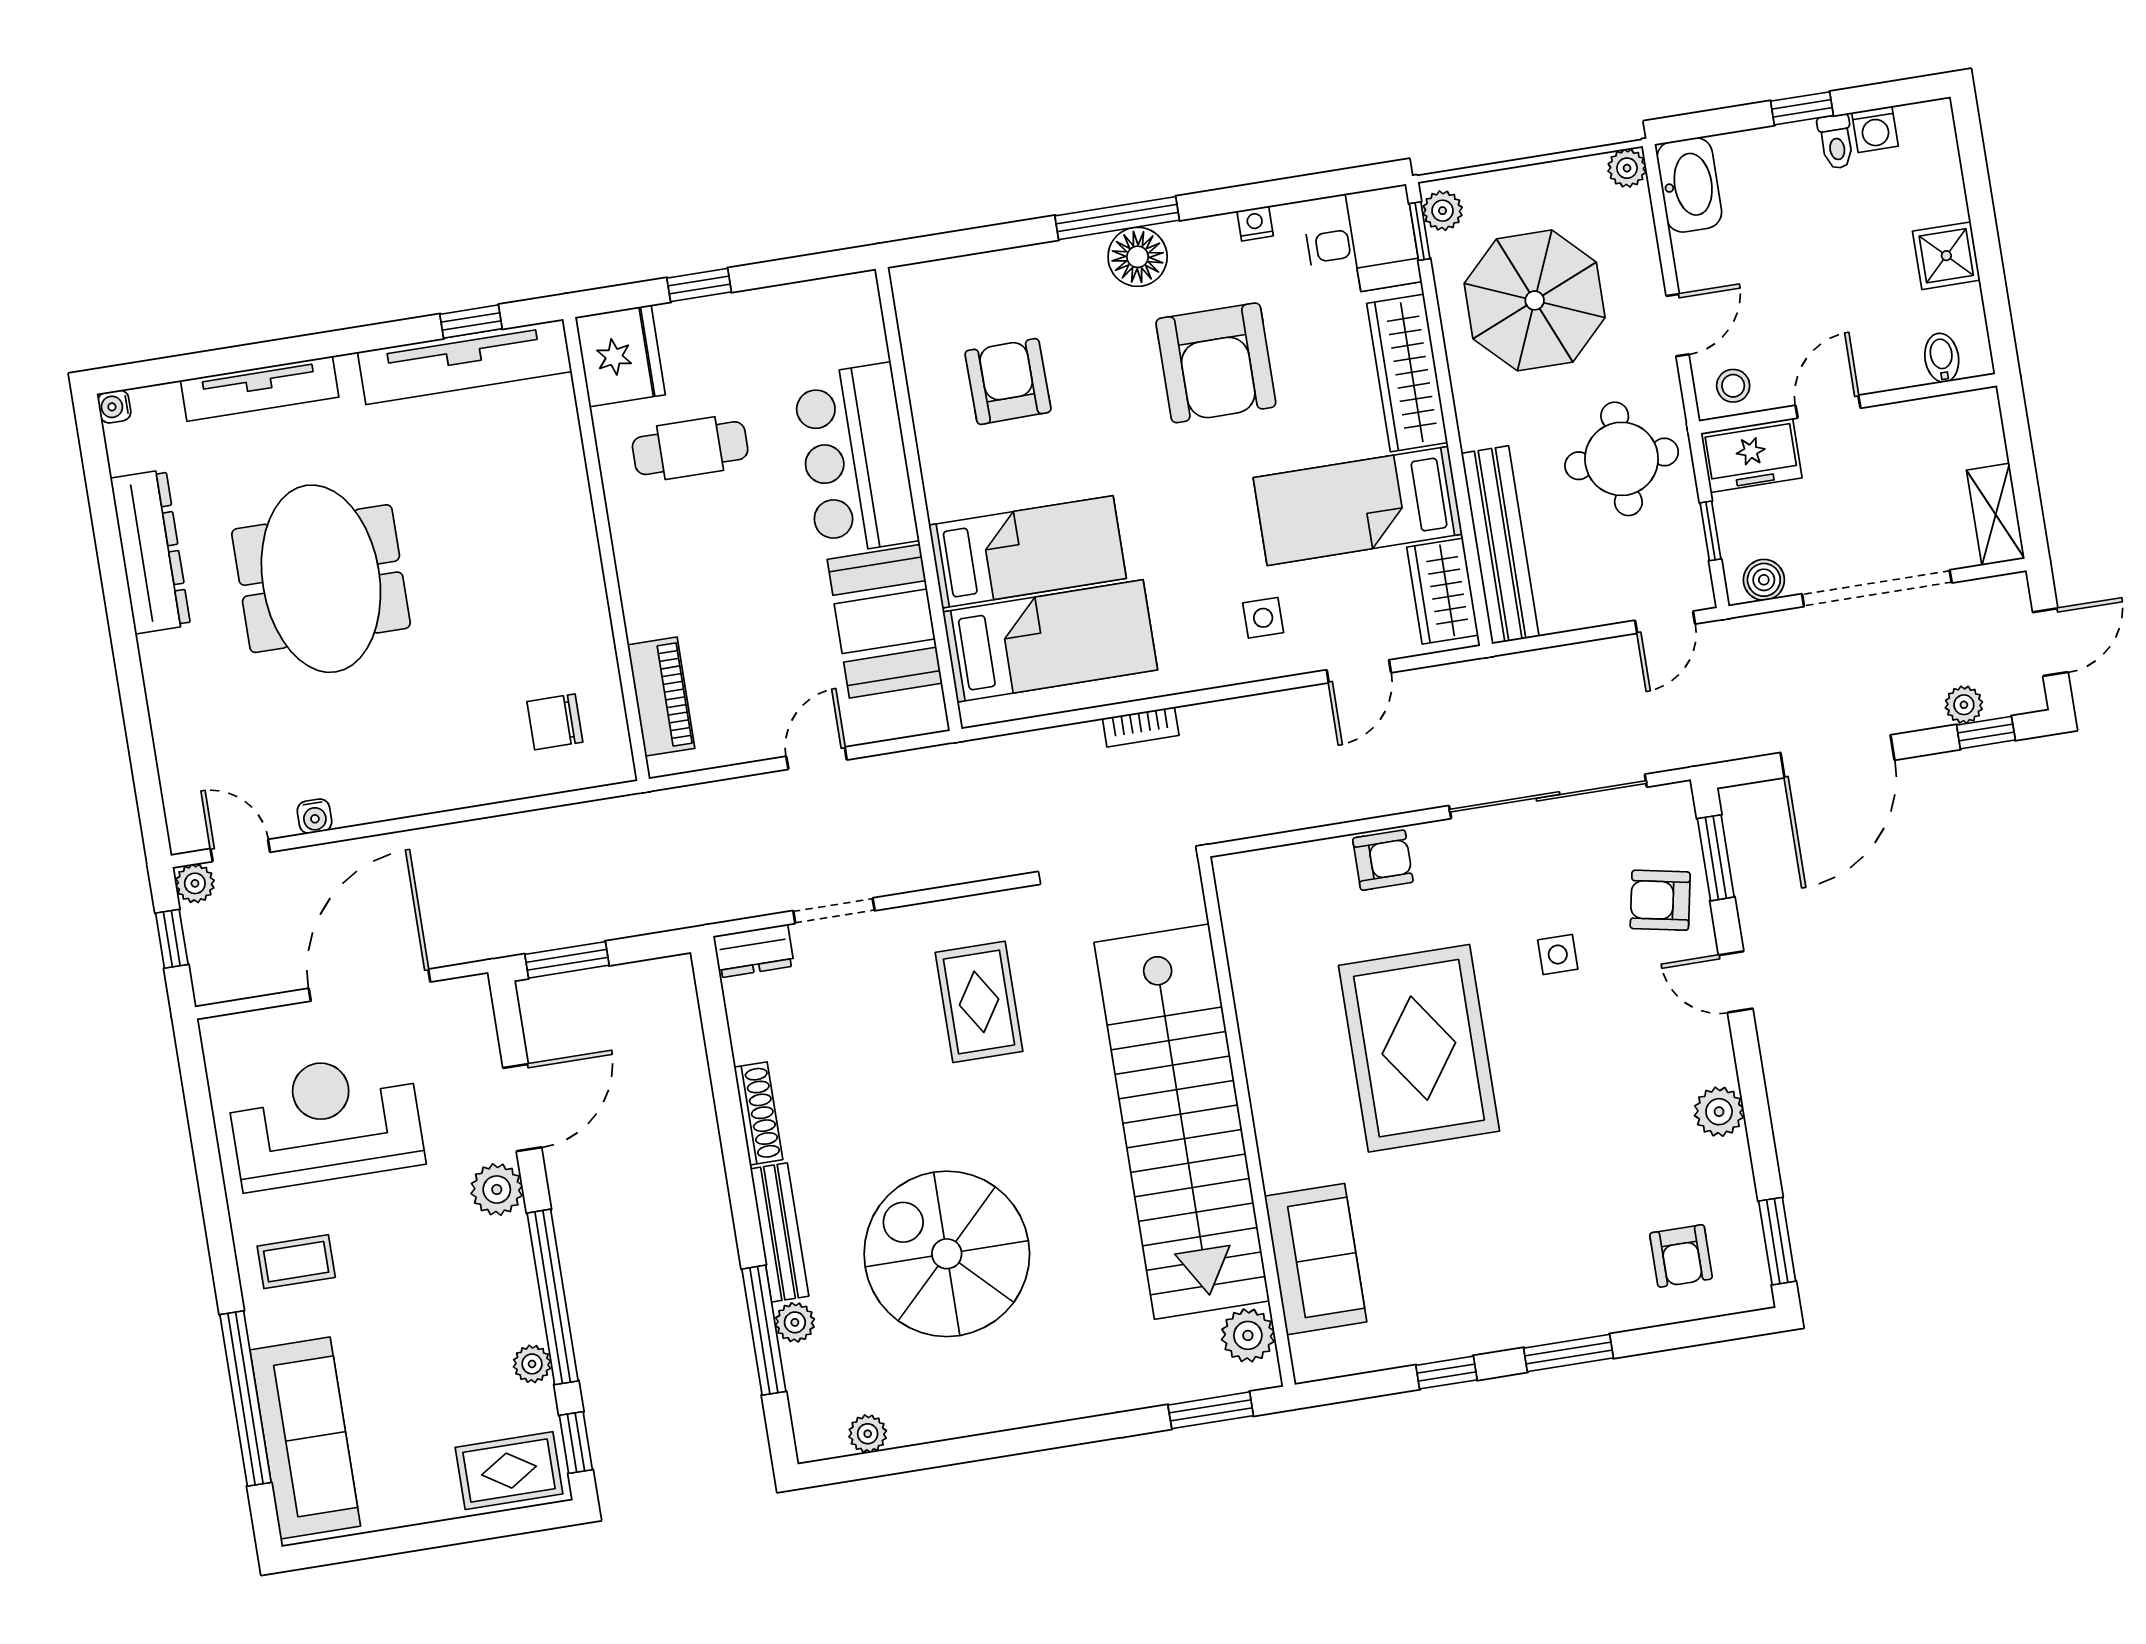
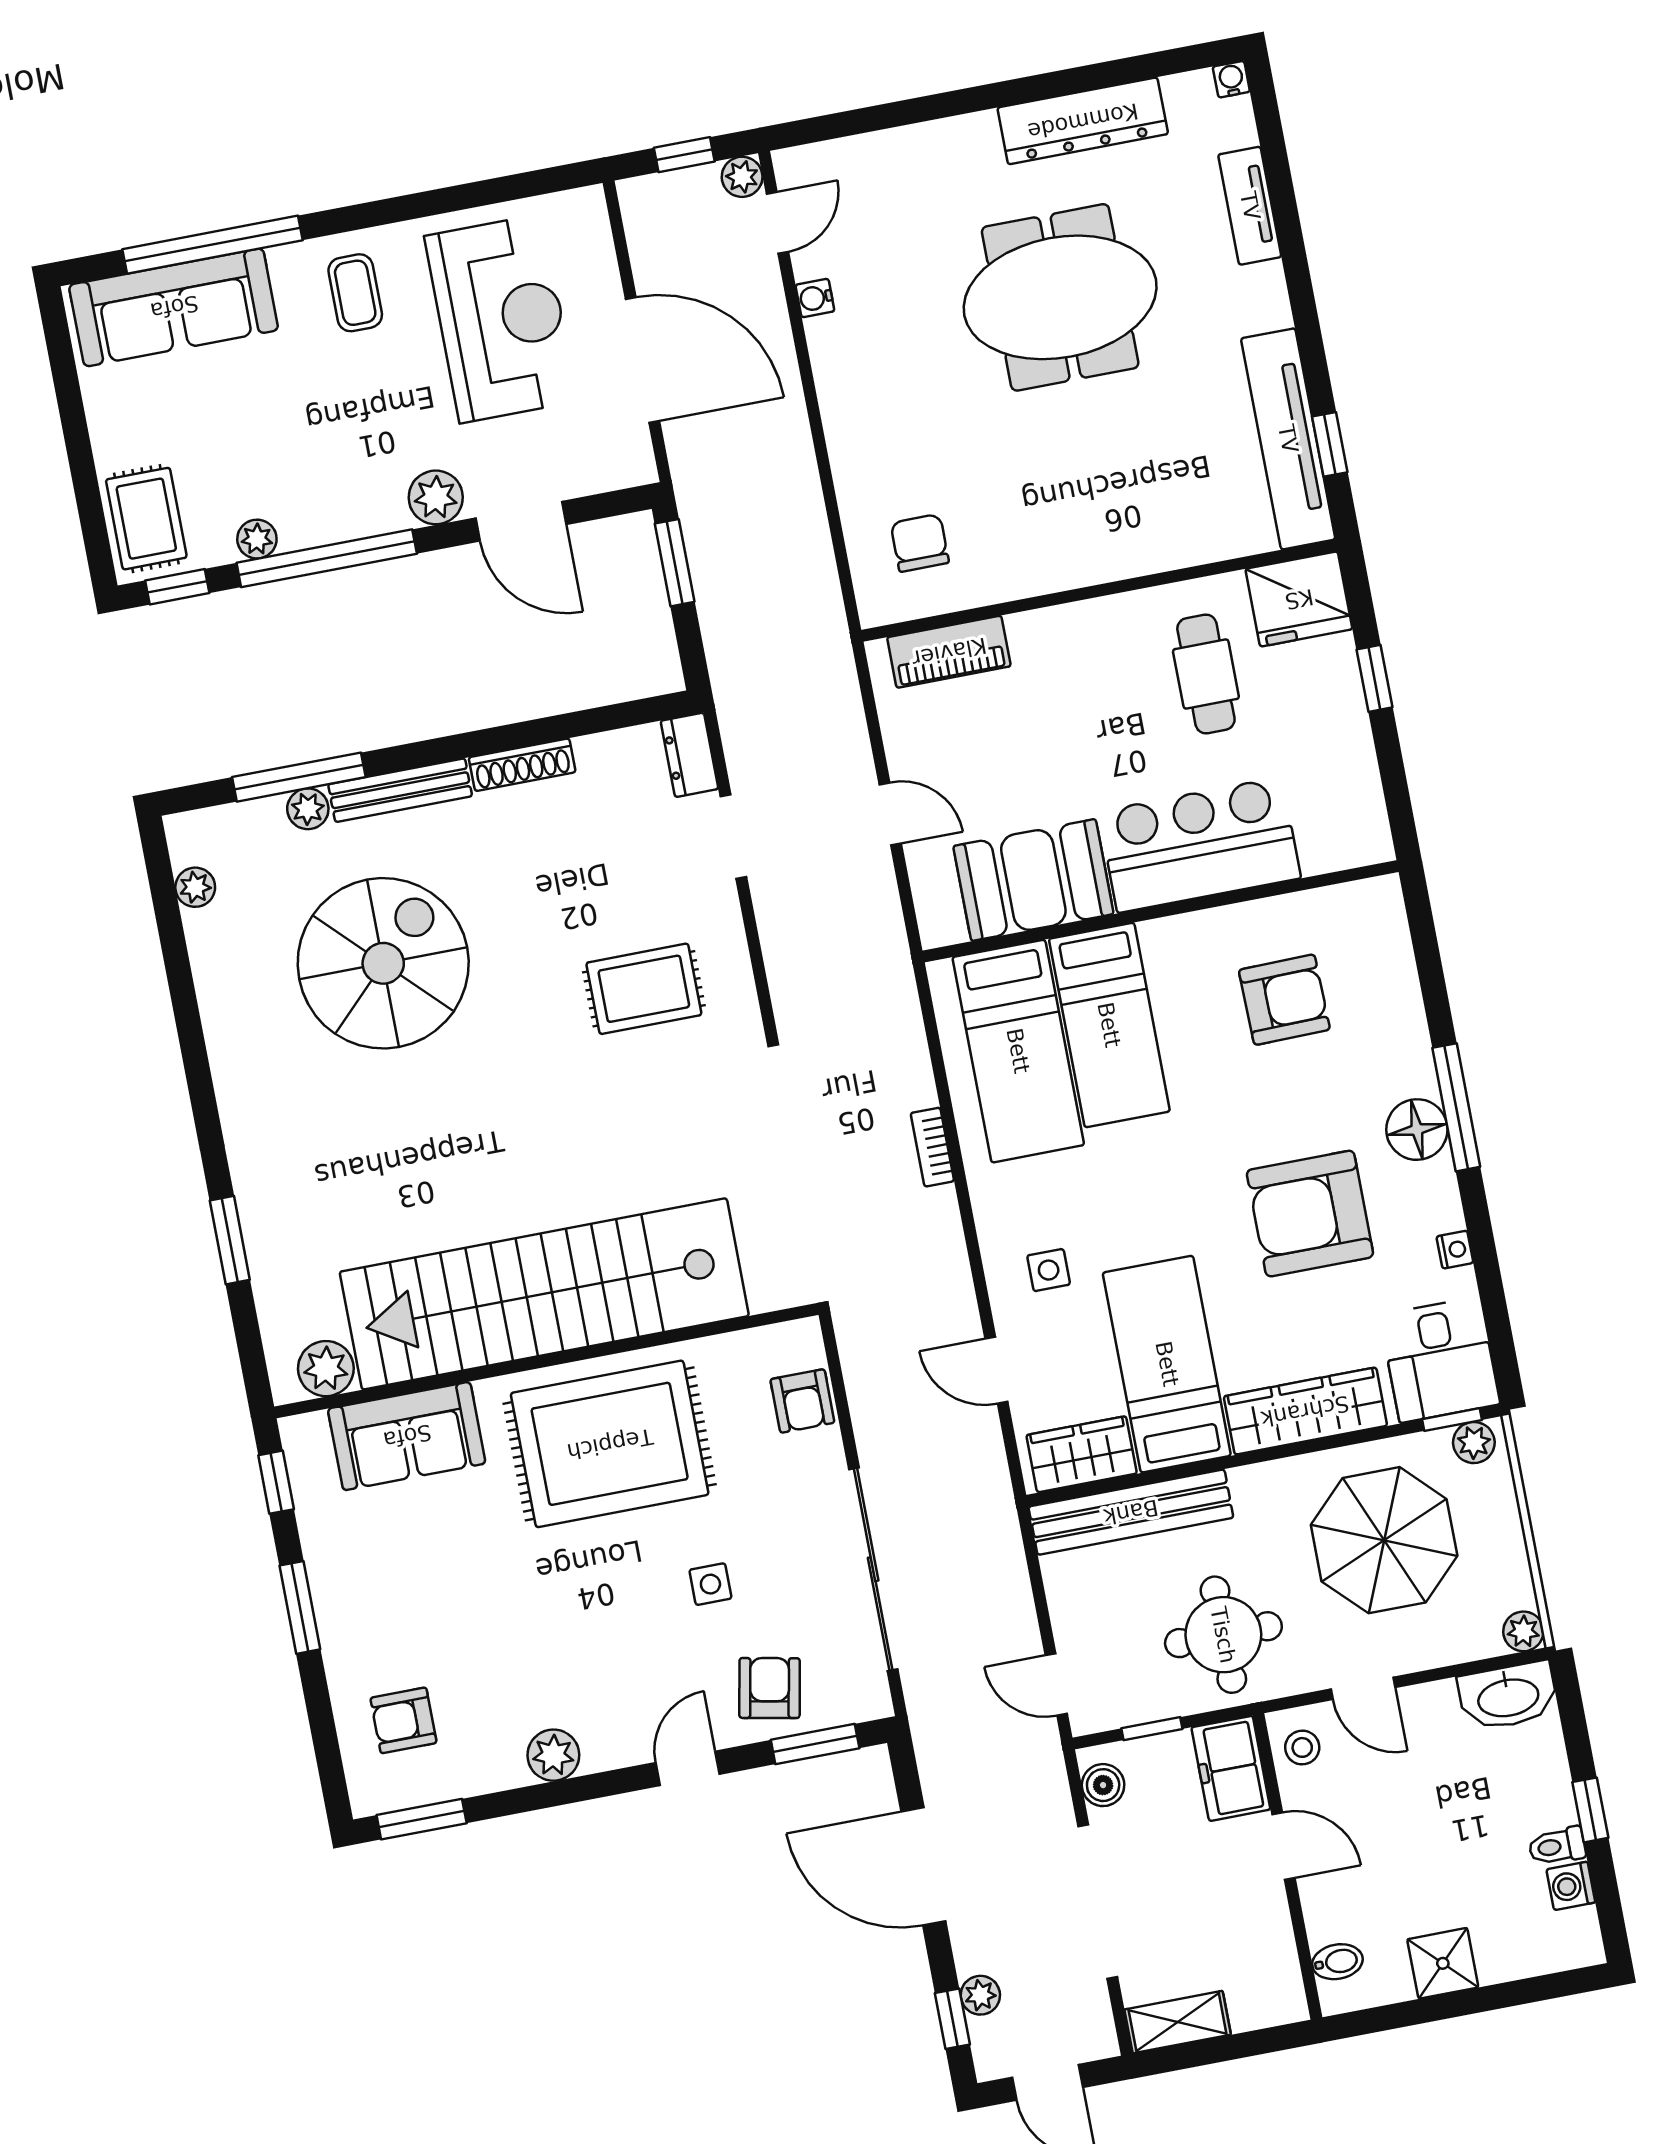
tv unit: (260, 389) -> (1250, 206), width x0.71
wall: (1247, 1121) -> (546, 1361), moved
stairs: (1182, 1122) -> (544, 1294), moved
sofa: (1316, 1259) -> (407, 1436), moved
plant: (1248, 1335) -> (326, 1369), moved

